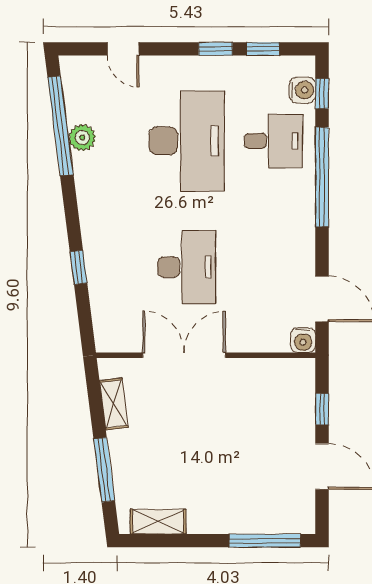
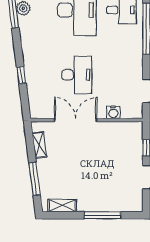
water cooler: (303, 340) -> (113, 112), moved
window: (265, 541) -> (103, 215), moved

